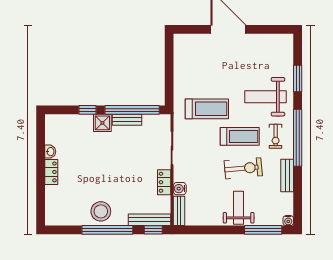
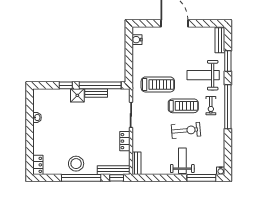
locker: (51, 172) -> (38, 165), moved
bench: (287, 175) -> (220, 40), moved
water cooler: (180, 189) -> (137, 40), moved

